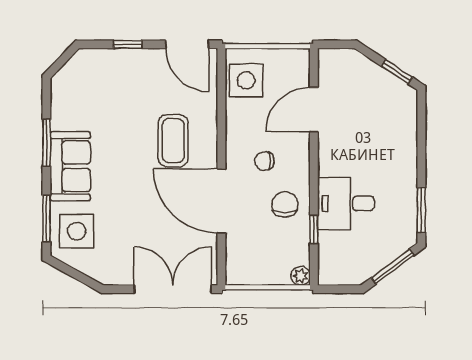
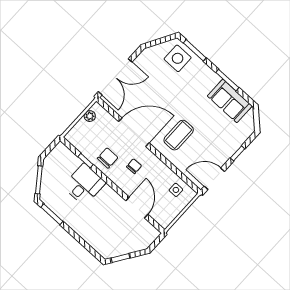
side table: (246, 80) -> (176, 190), width x0.54, depth x0.54
coffee table: (173, 141) -> (179, 135), turned 90
sofa: (70, 166) -> (230, 101), moved
chair: (285, 204) -> (108, 158), turned -90
plant: (301, 276) -> (90, 116), moved

